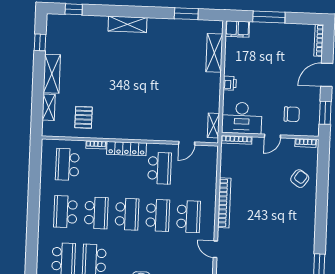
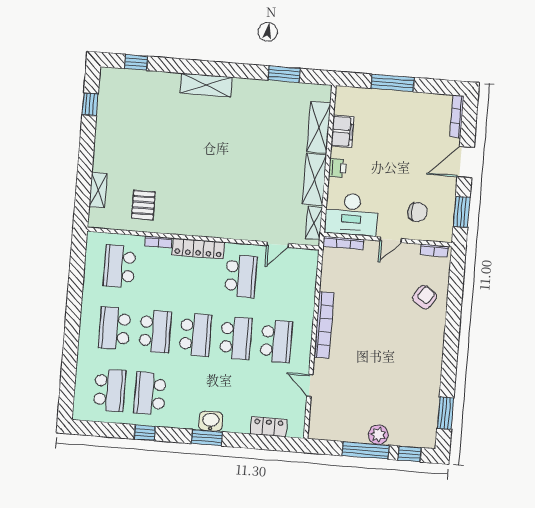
filing cabinet: (237, 29) -> (342, 131), moved, turned -90
shelving: (52, 74) -> (314, 179), moved

